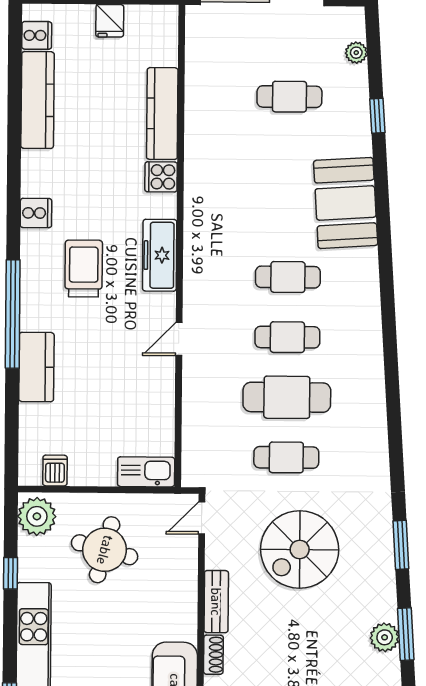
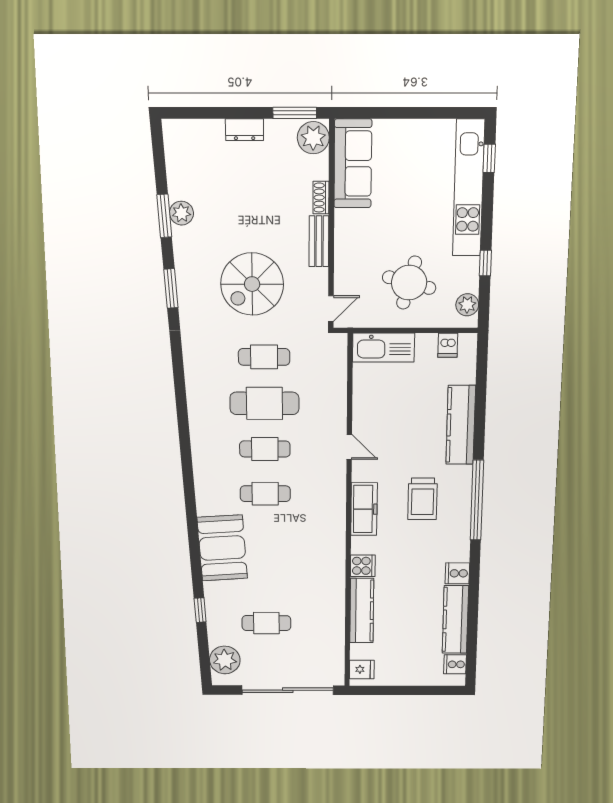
fridge: (110, 21) -> (362, 669), moved, turned 90
plant: (356, 53) -> (225, 660), width x1.88, depth x1.88
cooker: (36, 213) -> (457, 573), moved
window: (13, 314) -> (477, 500), moved
door: (179, 339) -> (349, 447), hinge flipped
kitchen counter: (36, 367) -> (461, 425), width x1.50
kitchen sink: (146, 472) -> (383, 348), width x1.36, depth x1.24
plant: (37, 516) -> (467, 305), width x0.73, depth x0.73
spiral stairs: (300, 549) -> (252, 284), turned 180

